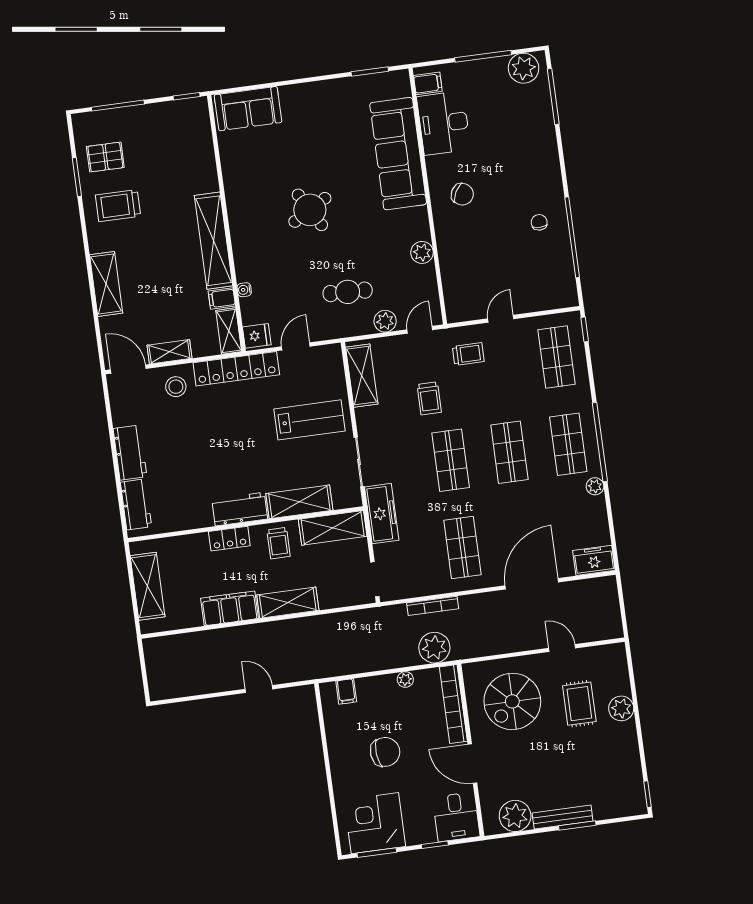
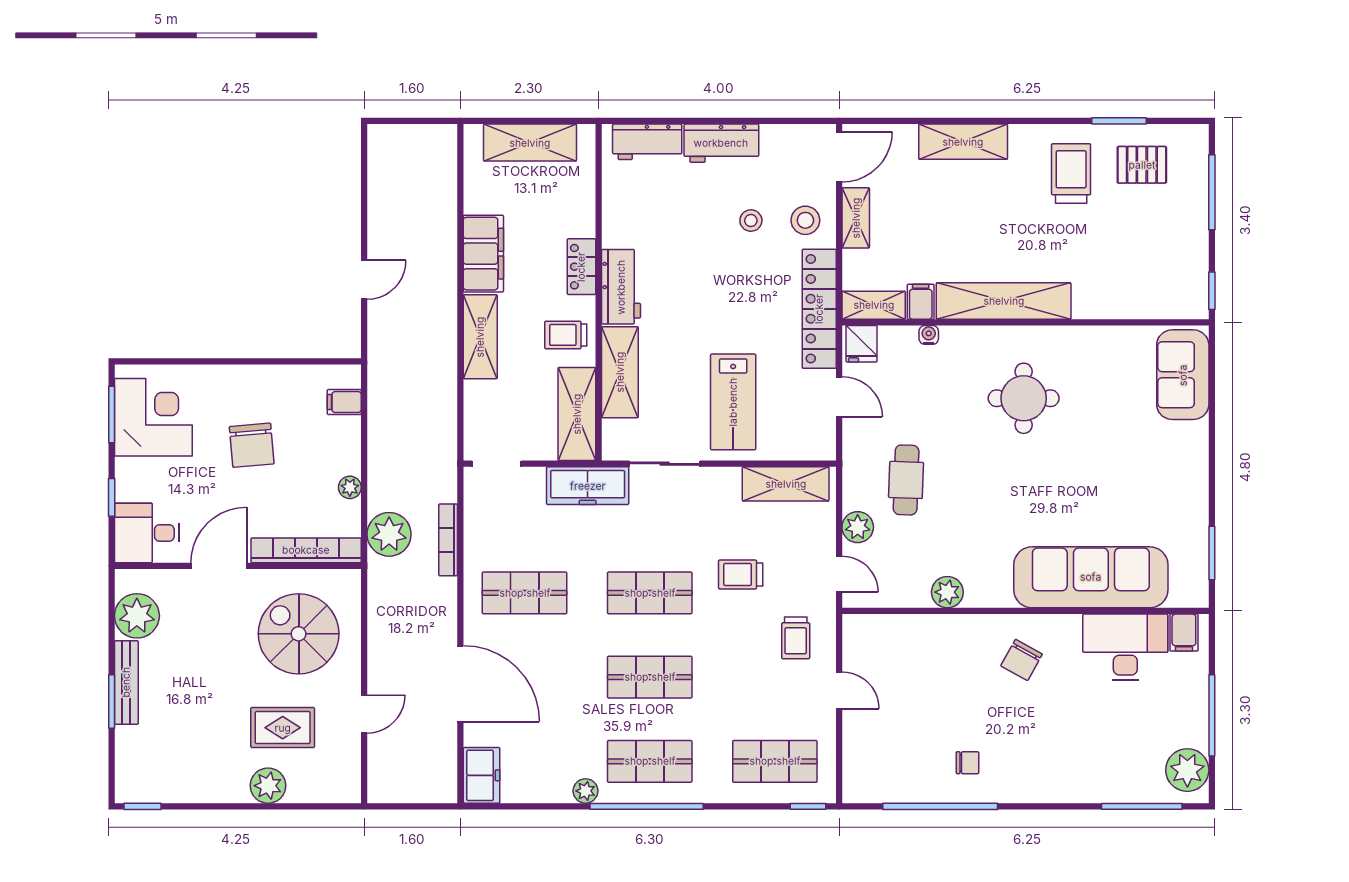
pallet: (105, 157) -> (1142, 165), turned 90
round table: (310, 210) -> (1024, 398), moved, turned 30
stool: (181, 425) -> (751, 221), added

